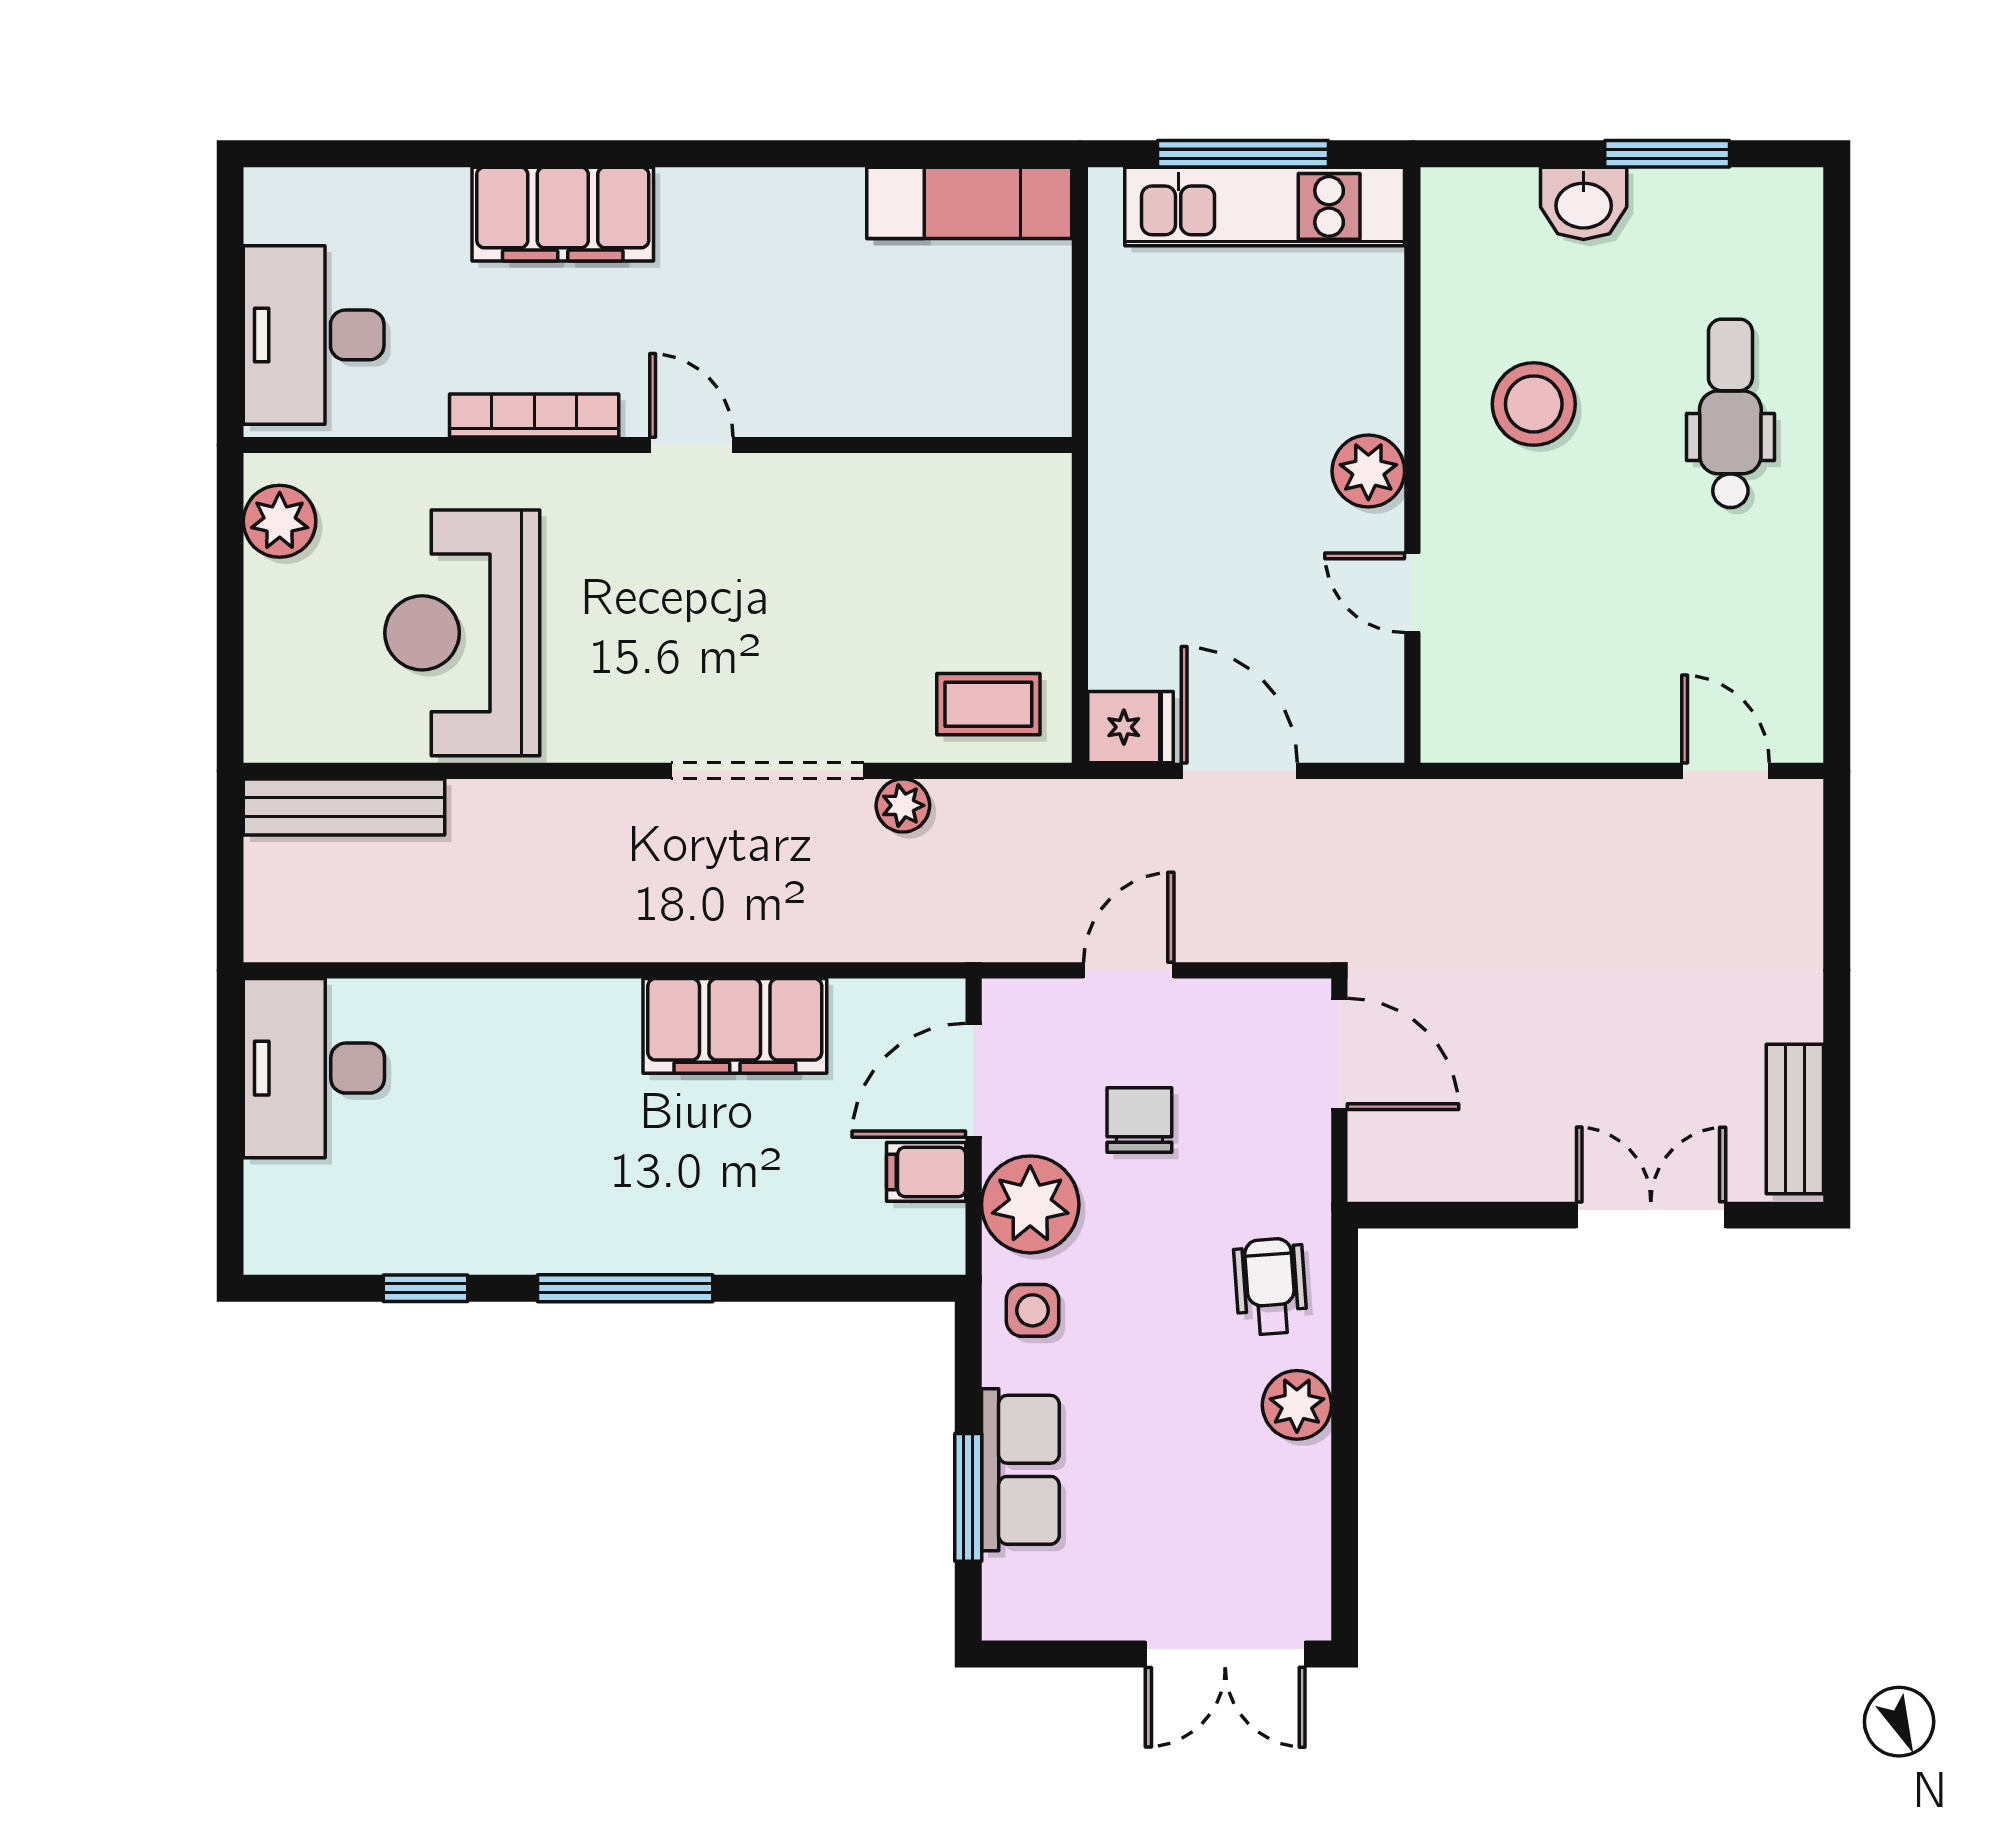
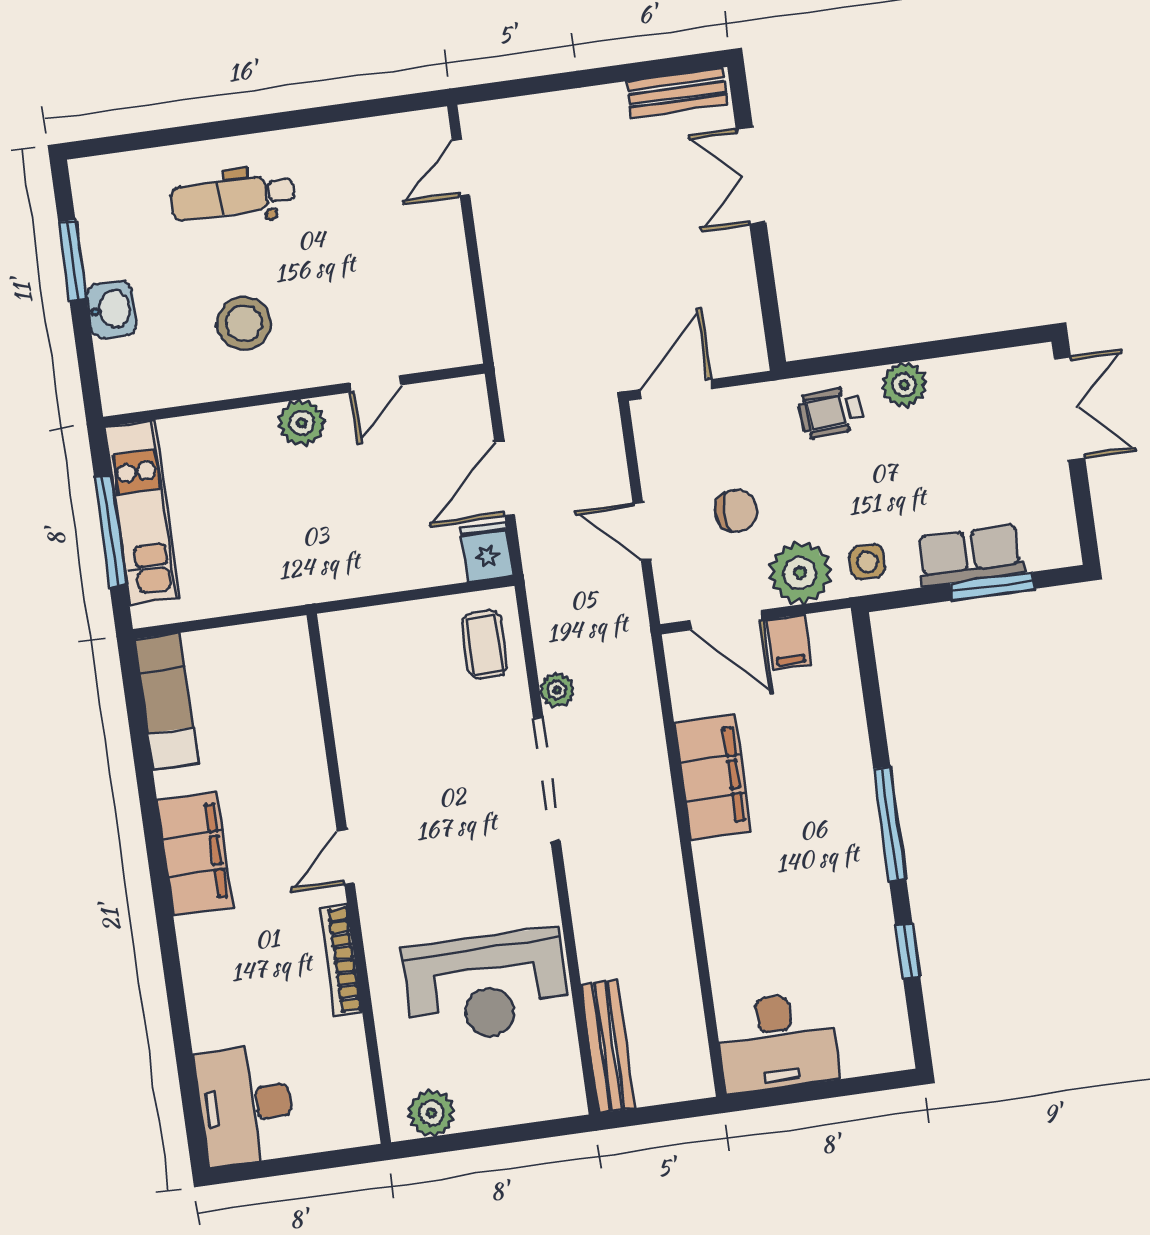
filing cabinet: (563, 214) -> (195, 854), moved
desk: (314, 335) -> (245, 1105), moved, turned 90
chair: (1139, 1120) -> (736, 511), turned 180

